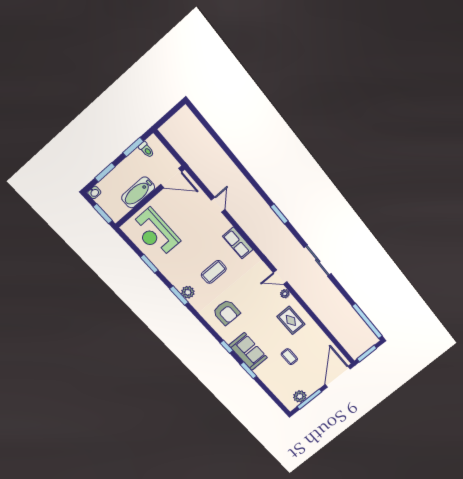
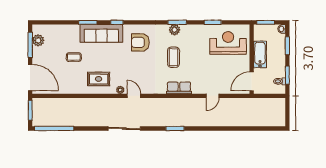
door: (218, 205) -> (213, 96), hinge flipped
door: (280, 277) -> (134, 96), hinge flipped
sofa: (248, 351) -> (101, 33), width x1.36

